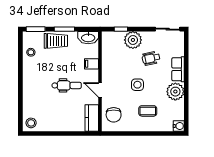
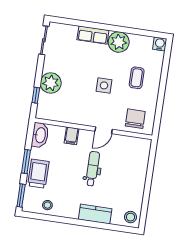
wheelchair: (151, 58) -> (75, 65), removed
chair: (114, 115) -> (135, 119), turned -90
kitchen counter: (92, 118) -> (95, 214), moved, turned 180

